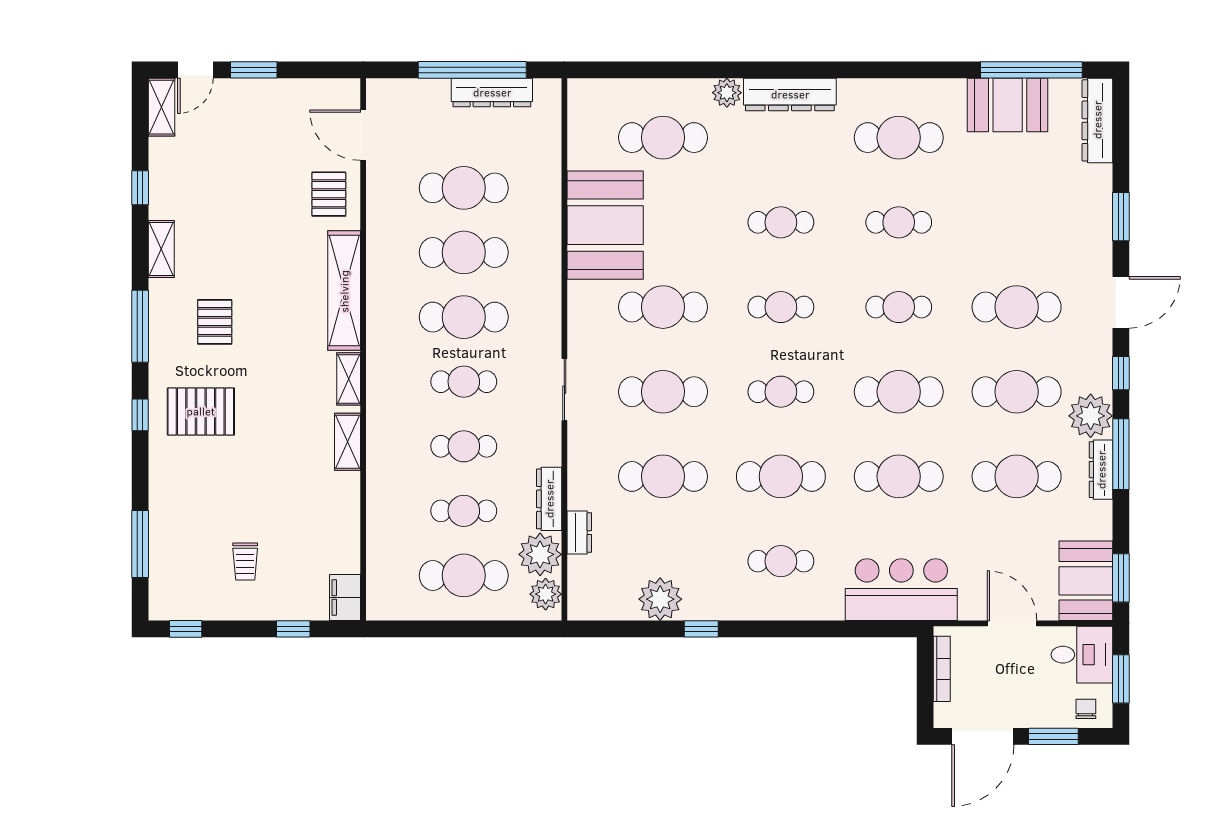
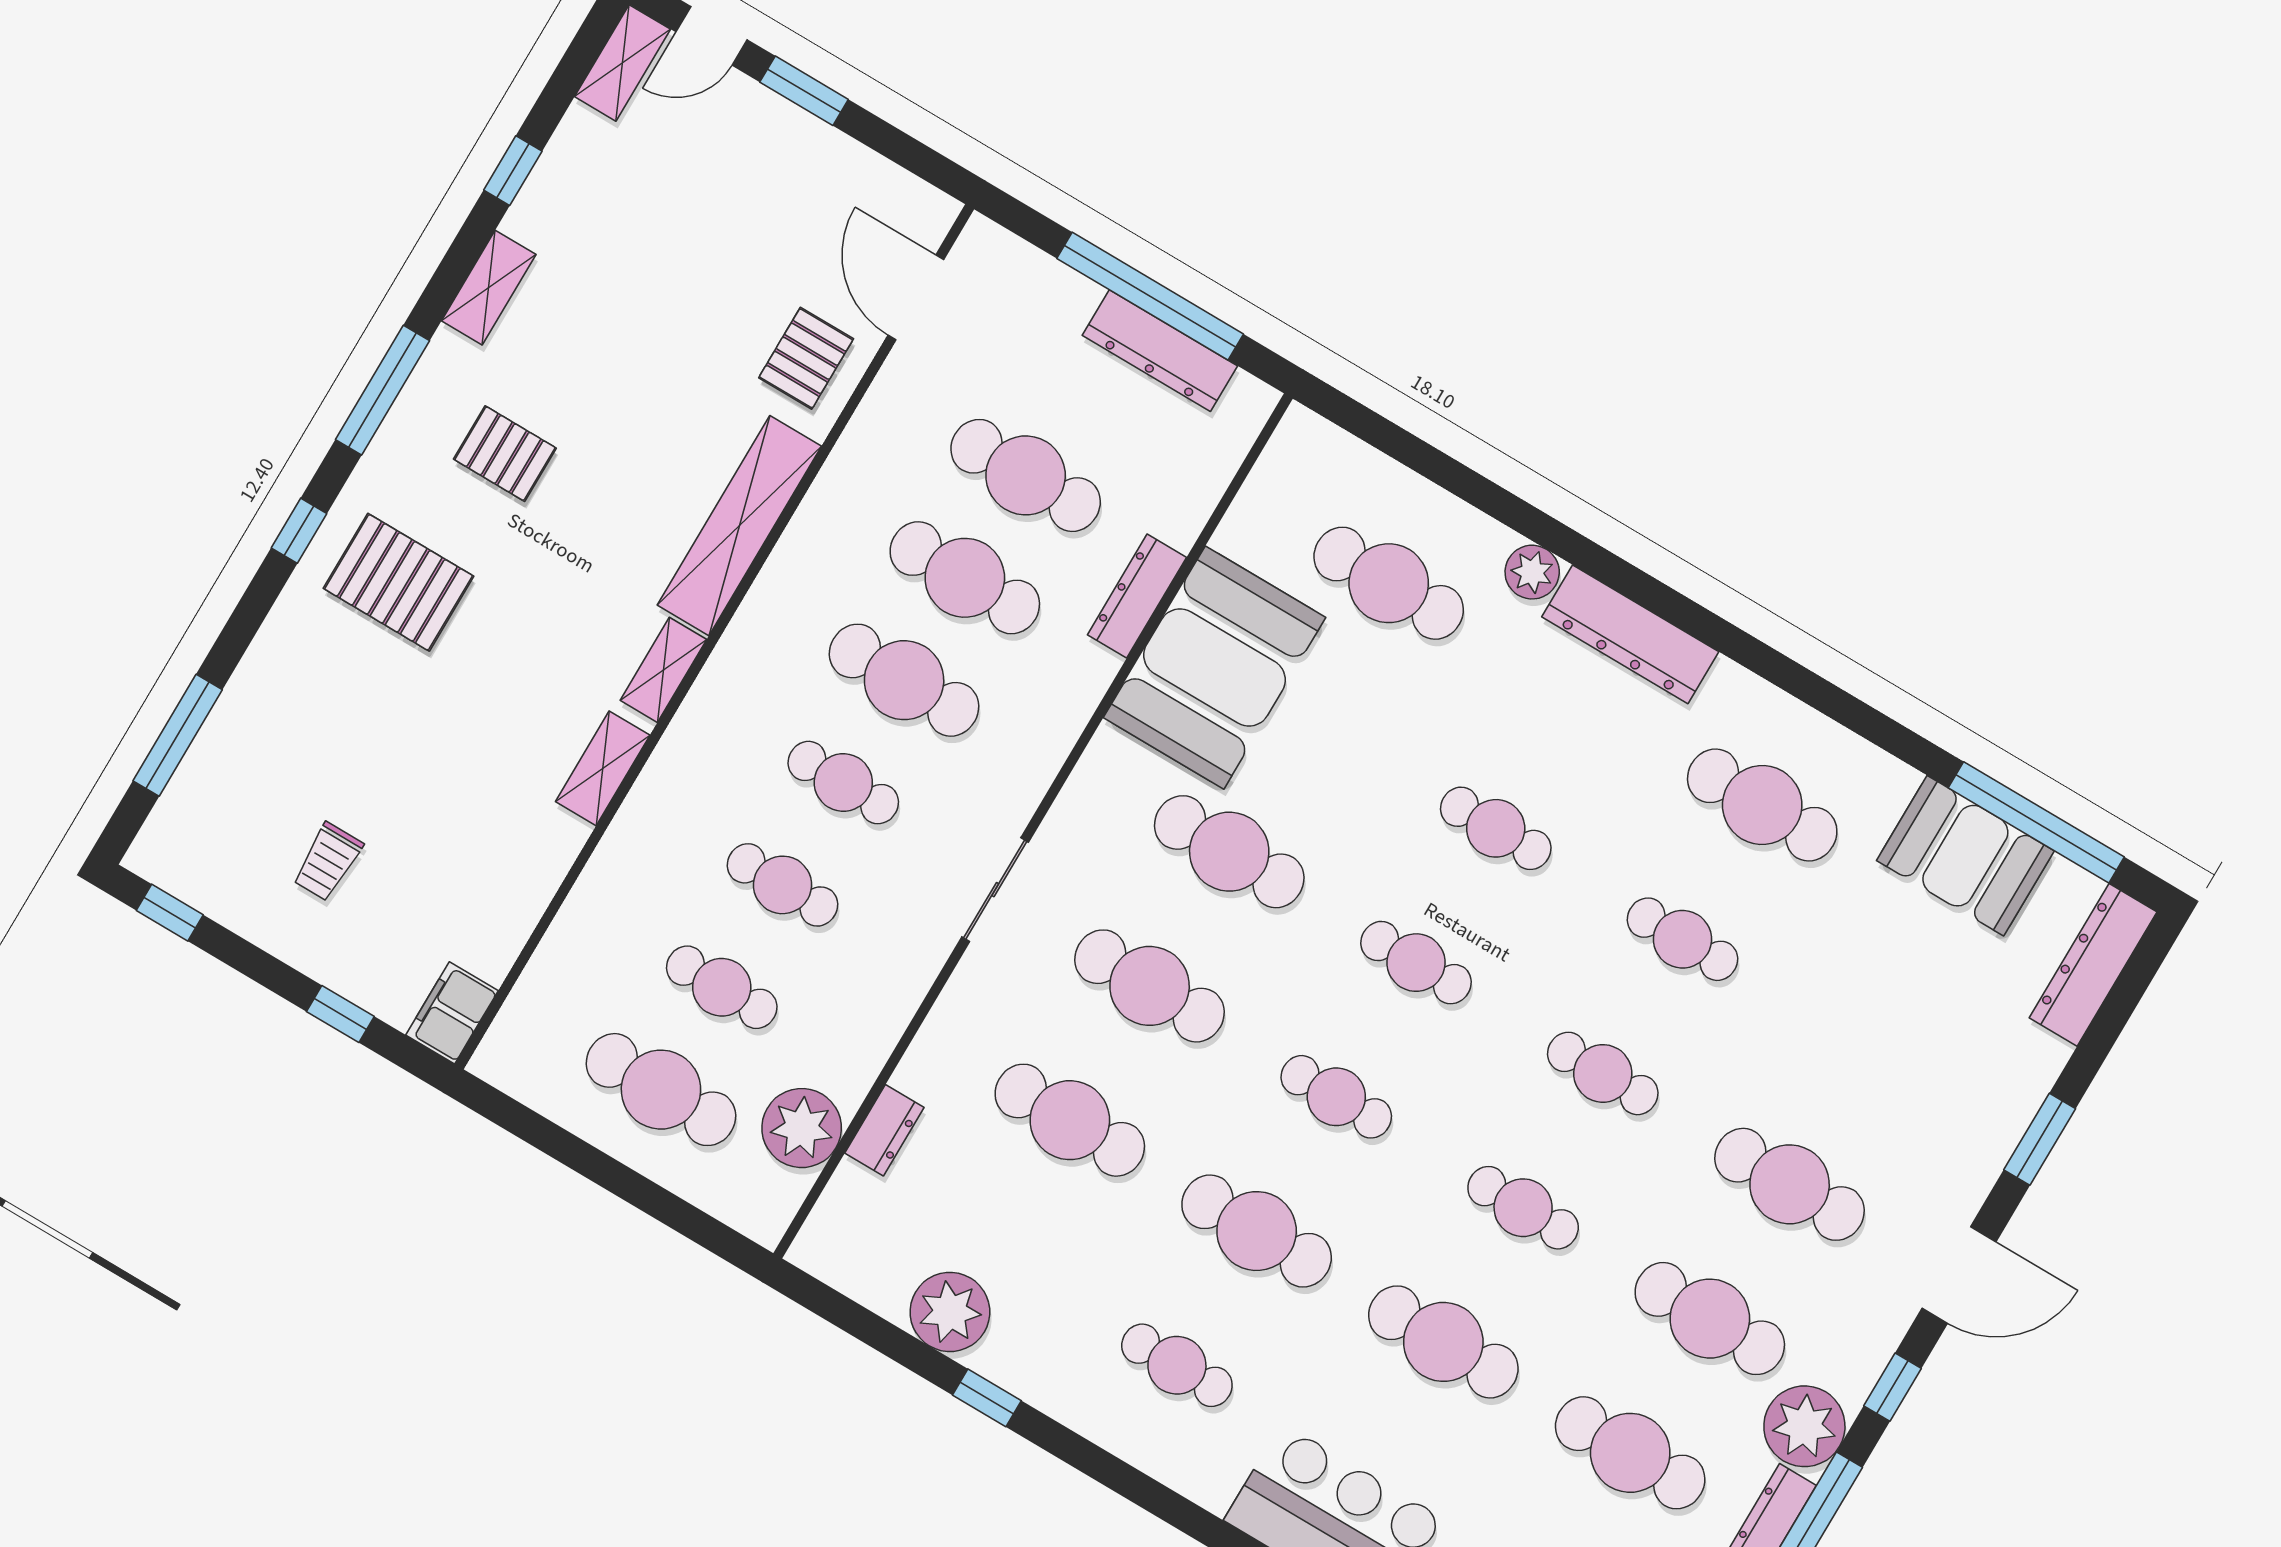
pallet: (215, 322) -> (505, 454), turned 90
cafe table: (899, 392) -> (1523, 1208), width x0.73, depth x0.74
dresser: (549, 499) -> (1137, 596), moved
plant: (546, 594) -> (773, 1196), removed

